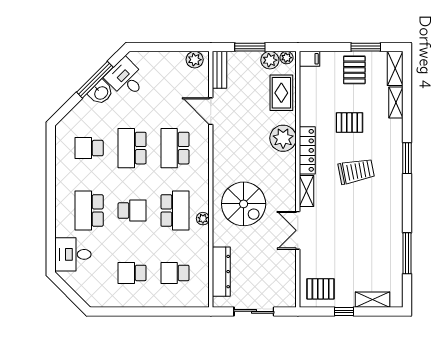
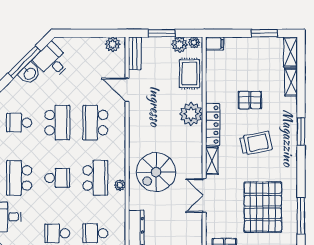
pallet: (354, 70) -> (263, 207), moved, width x2.05, depth x2.00
school desk: (132, 148) -> (57, 123), turned 180
spiral stairs: (244, 204) -> (156, 172), turned 90

